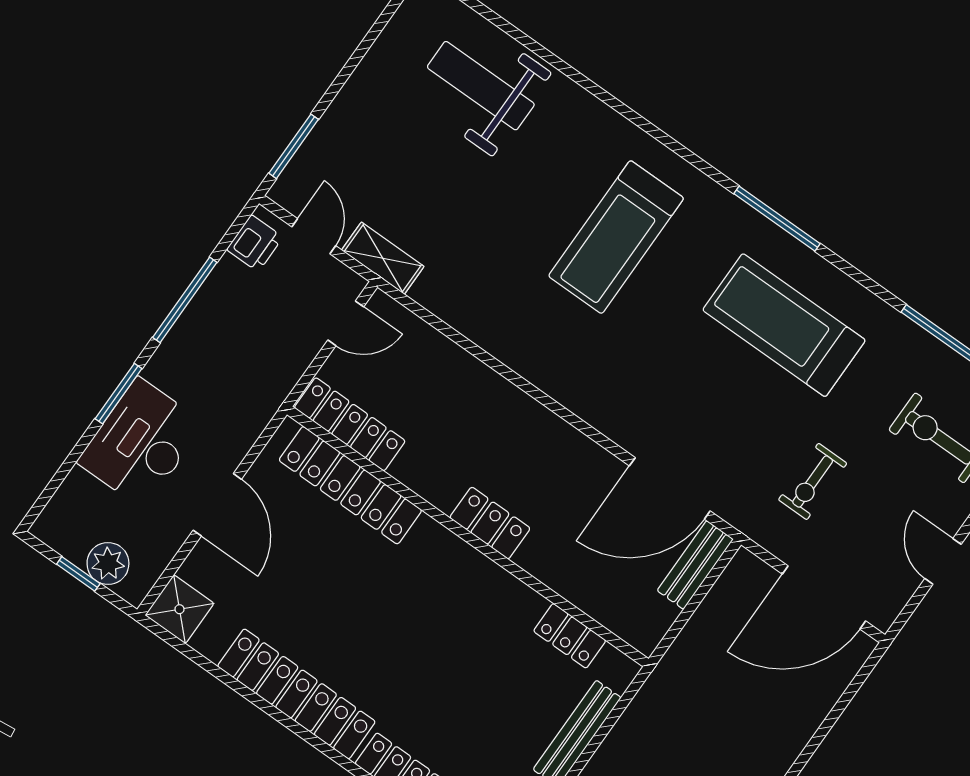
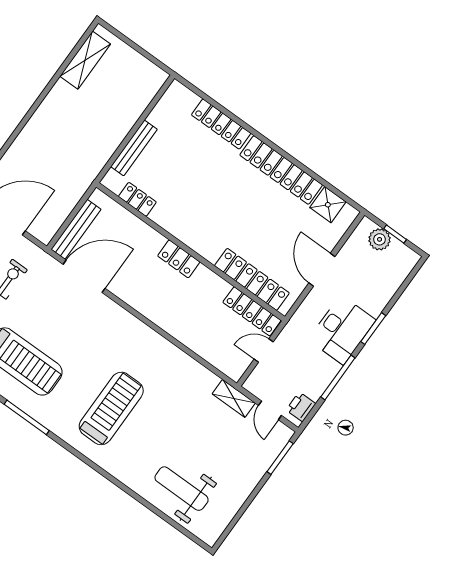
weight bench: (481, 86) -> (182, 489), turned 180
door: (346, 323) -> (264, 351), moved
desk: (141, 443) -> (342, 330), moved
bench: (695, 565) -> (76, 229), width x1.36
shower: (179, 609) -> (328, 205), moved

